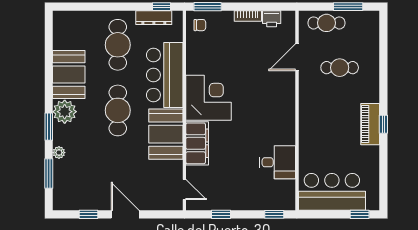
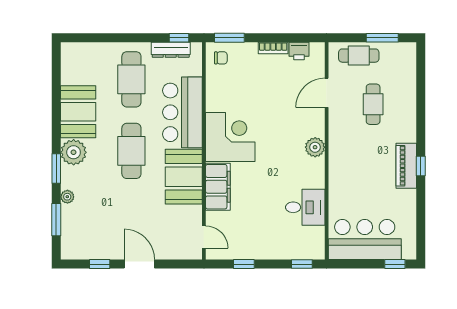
cafe table: (340, 68) -> (373, 104), turned 90
plant: (286, 107) -> (315, 147), added

